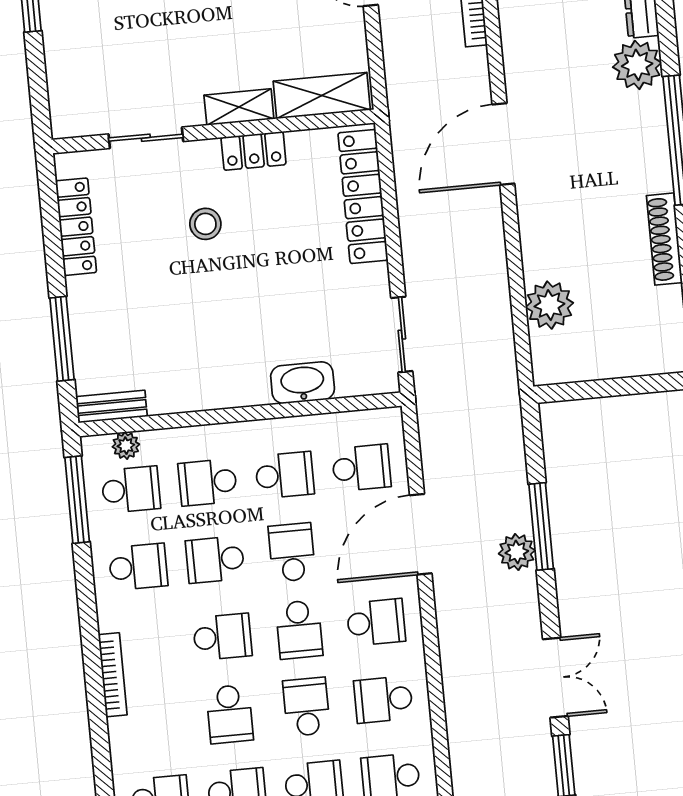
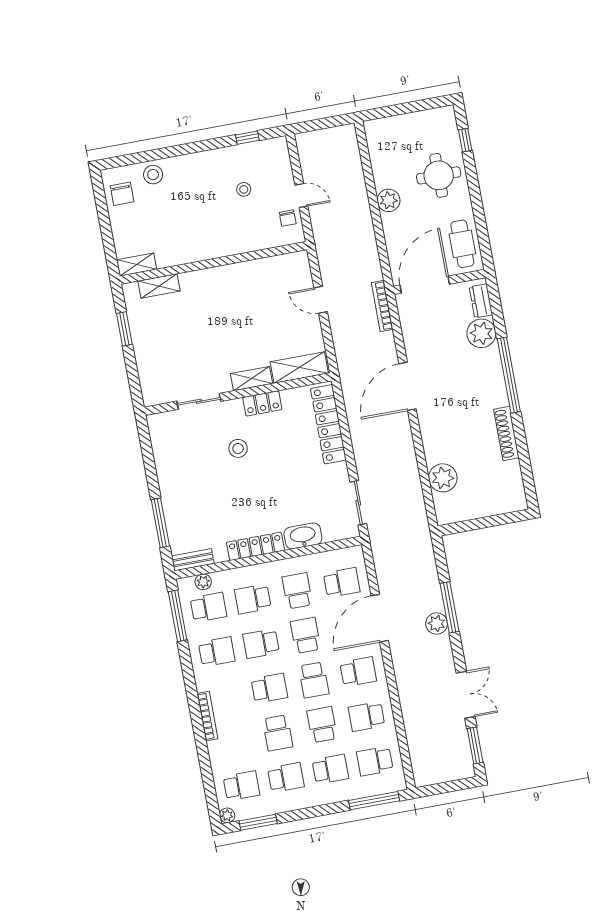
locker: (76, 227) -> (255, 546), moved, turned -90
school desk: (285, 475) -> (297, 591), turned -90

